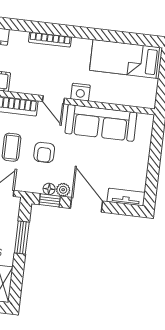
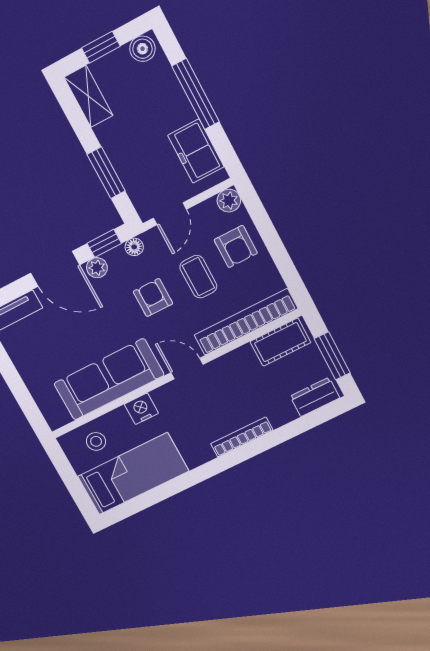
nightstand: (80, 92) -> (141, 409), moved
stool: (134, 92) -> (96, 441), added
floor lamp: (49, 189) -> (134, 247), moved

